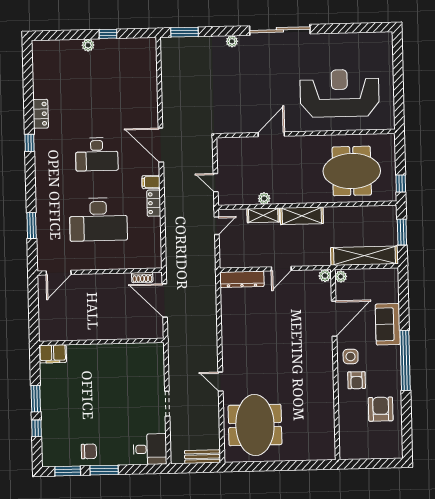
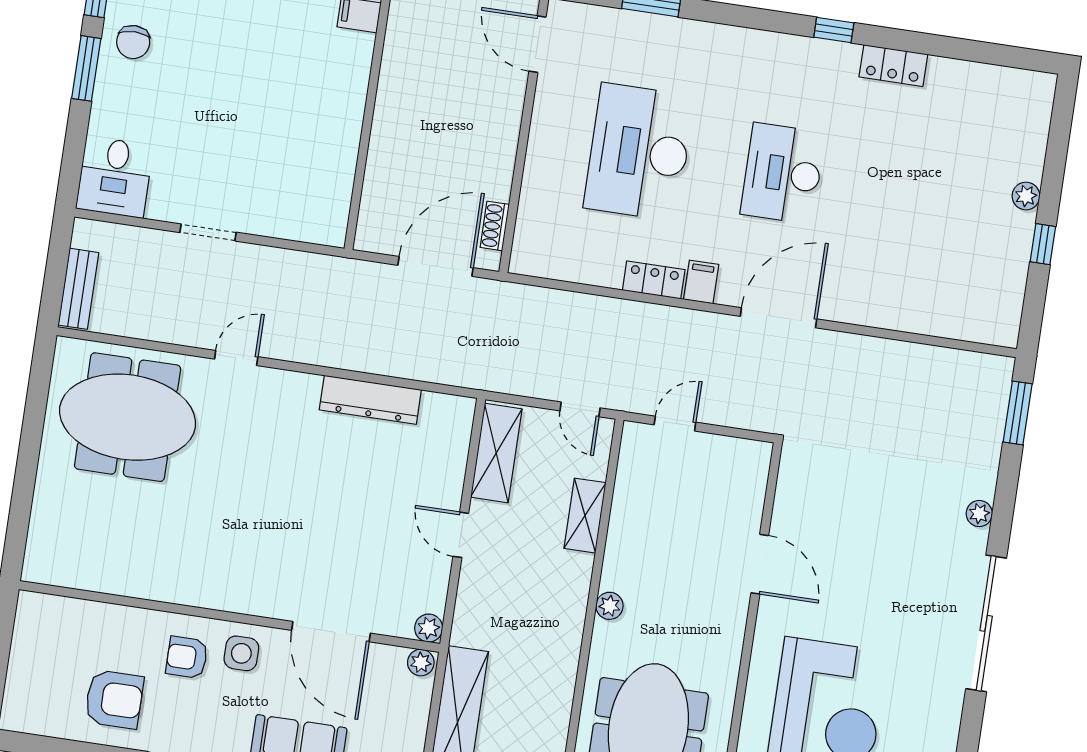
plant: (264, 198) -> (609, 606), moved
shelving: (302, 216) -> (496, 453), moved
dresser: (242, 279) -> (370, 400), moved, turned -90

